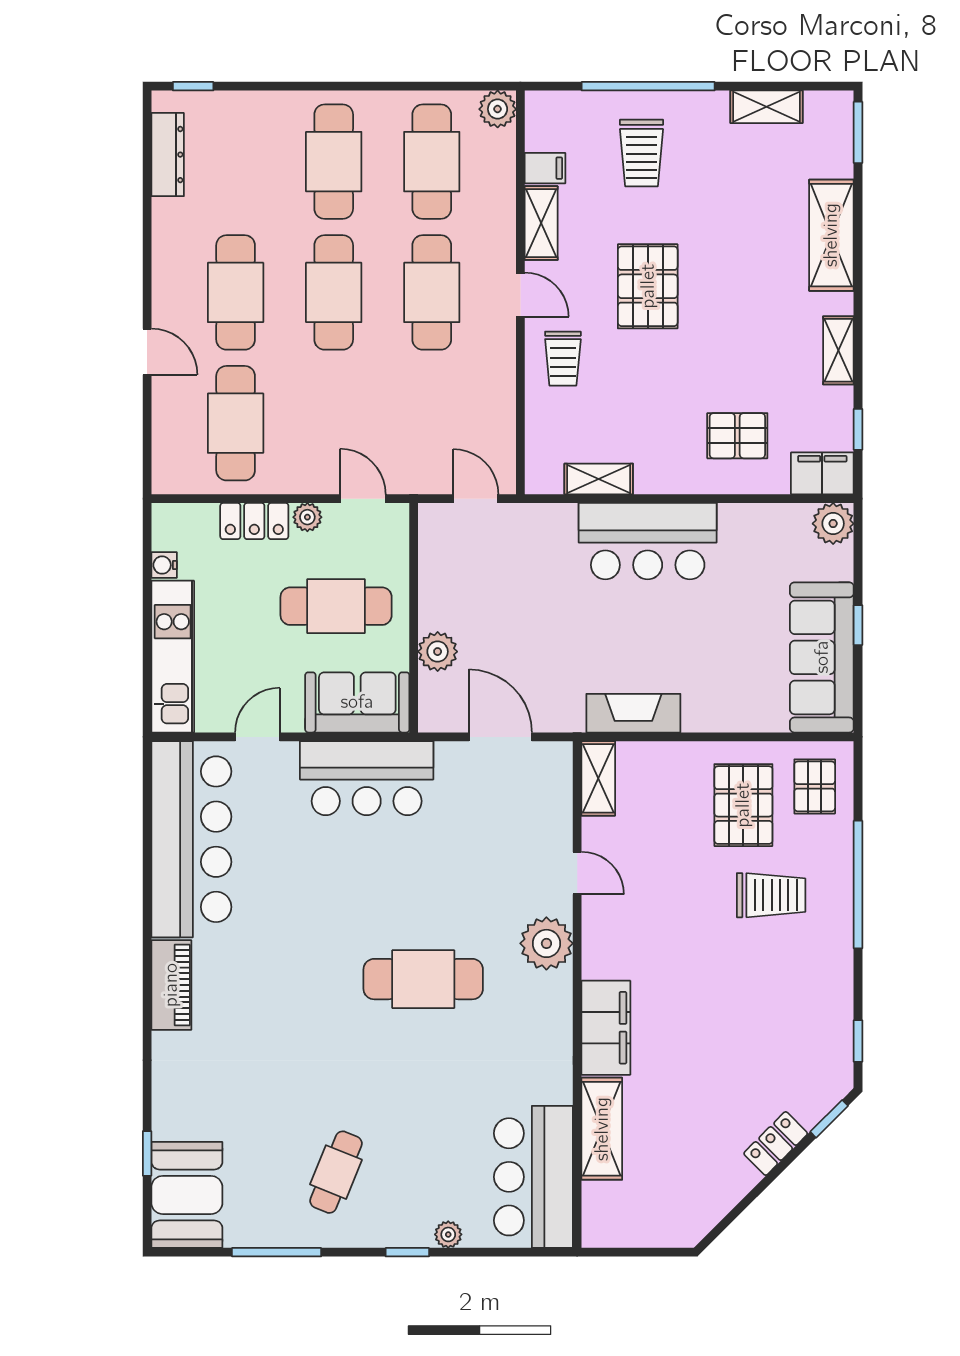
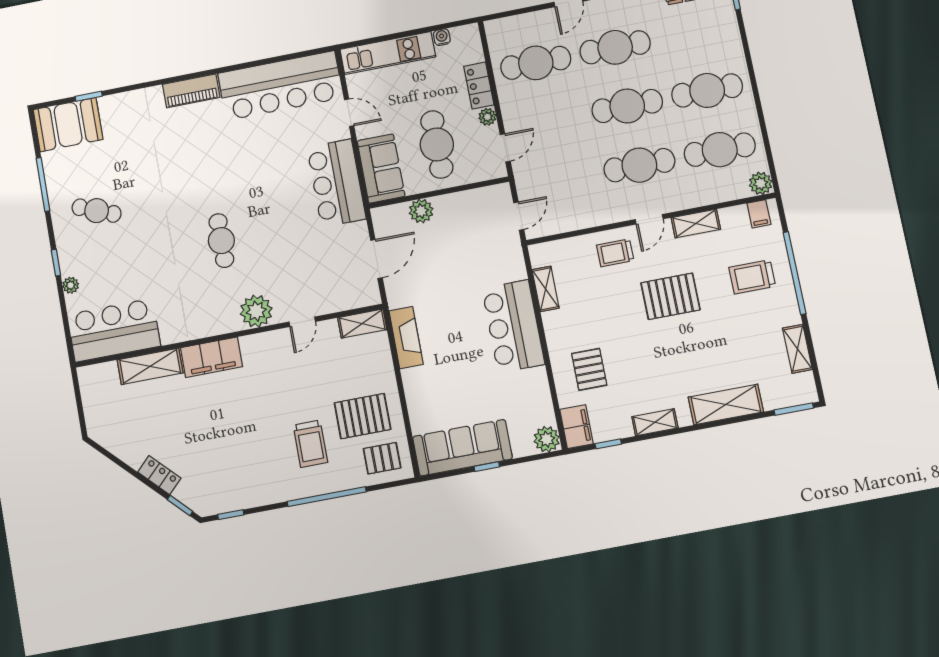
filing cabinet: (545, 168) -> (759, 214), moved
cafe table: (423, 979) -> (221, 241), width x0.73, depth x0.74

